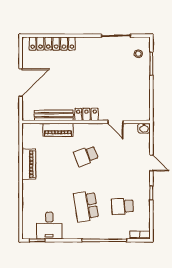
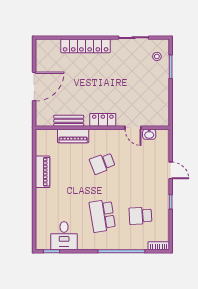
locker: (52, 44) -> (86, 46), moved
bench: (54, 115) -> (69, 121), width x0.73
washbasin: (144, 128) -> (149, 134), moved

